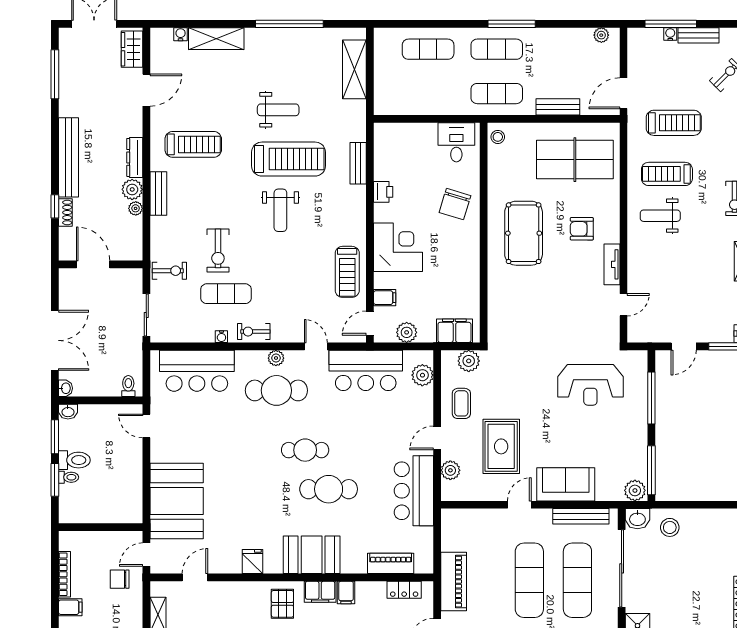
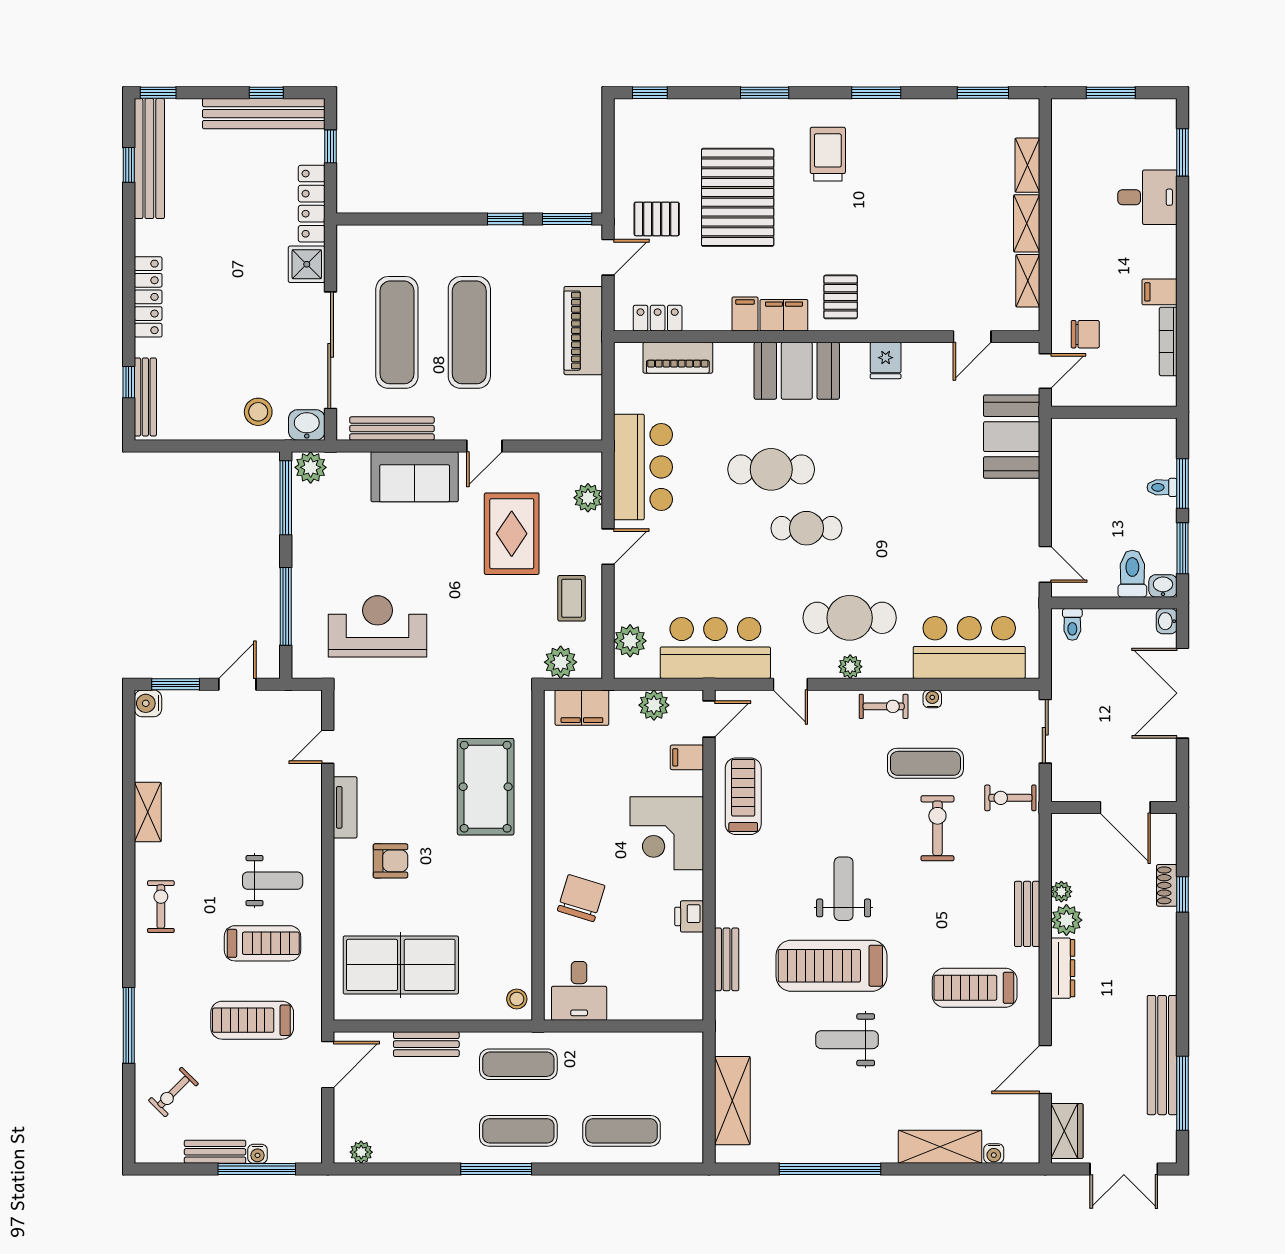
bench: (69, 157) -> (1162, 1055), moved
pool table: (524, 233) -> (486, 787), moved
toilet: (74, 460) -> (1132, 574), moved, turned 90
booth: (177, 501) -> (1012, 437), width x0.73, depth x0.70

